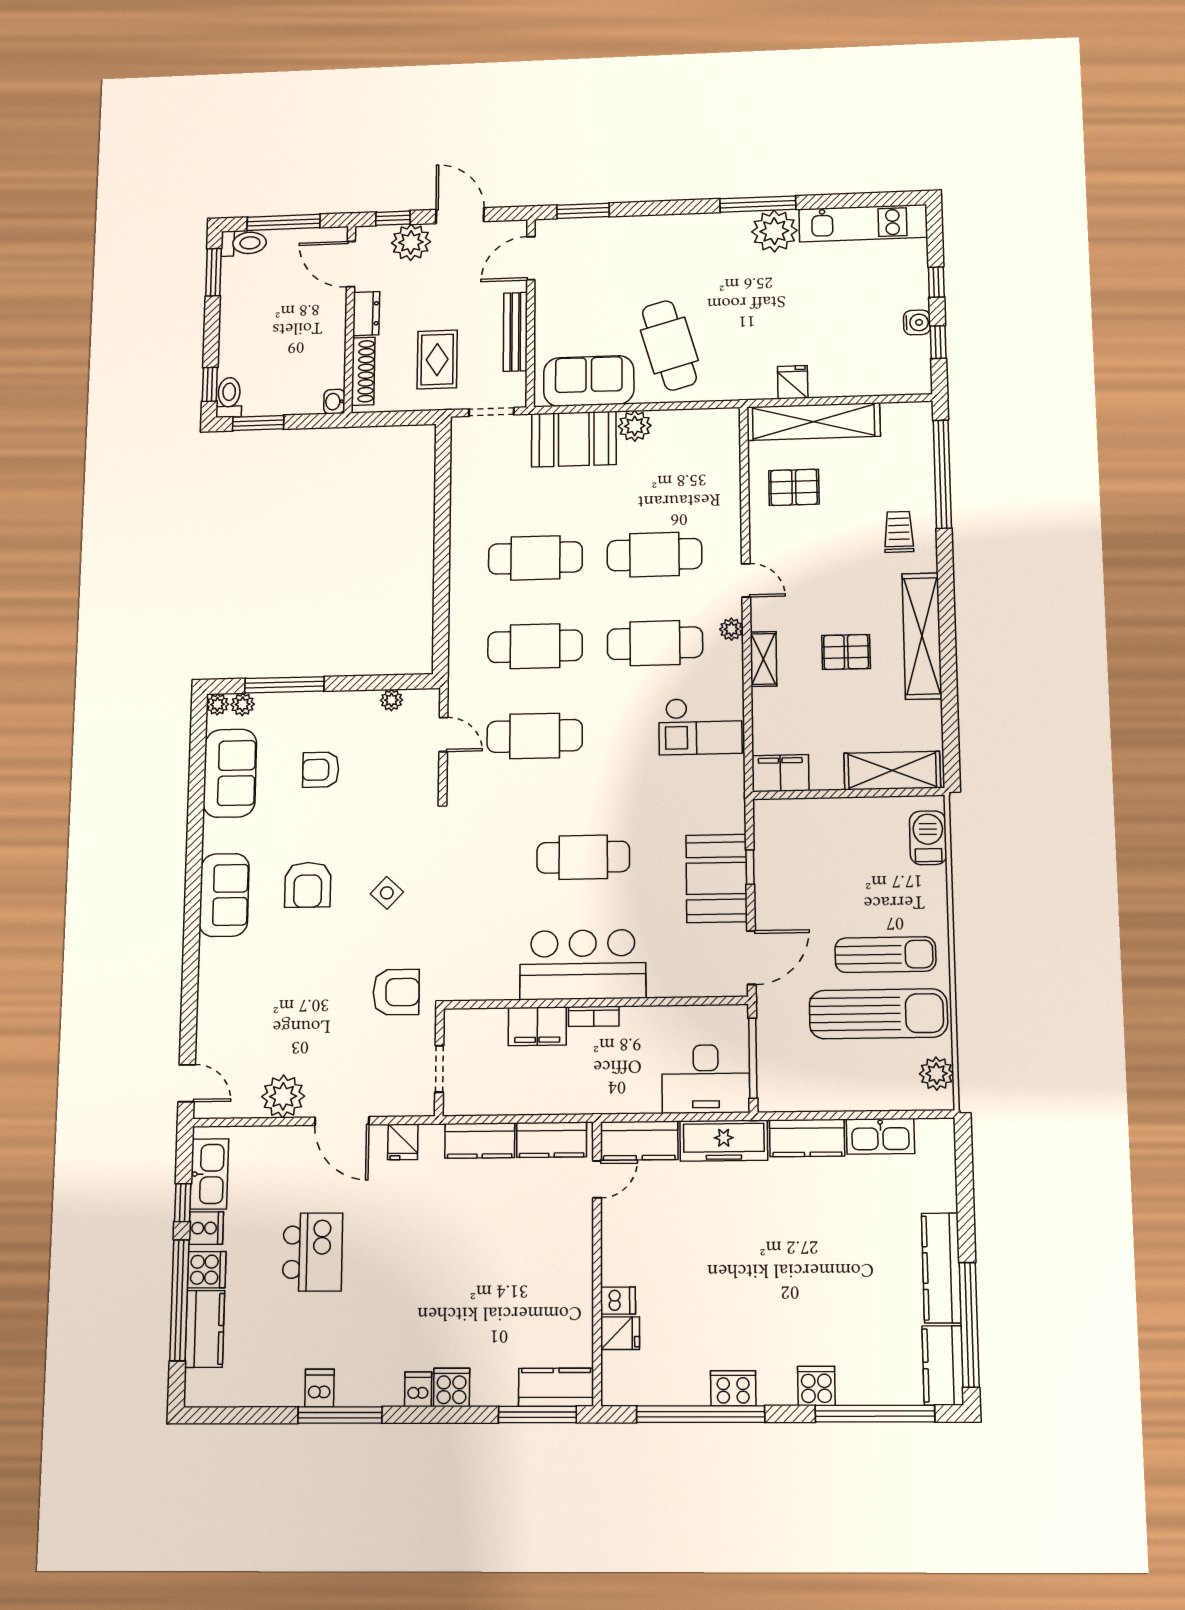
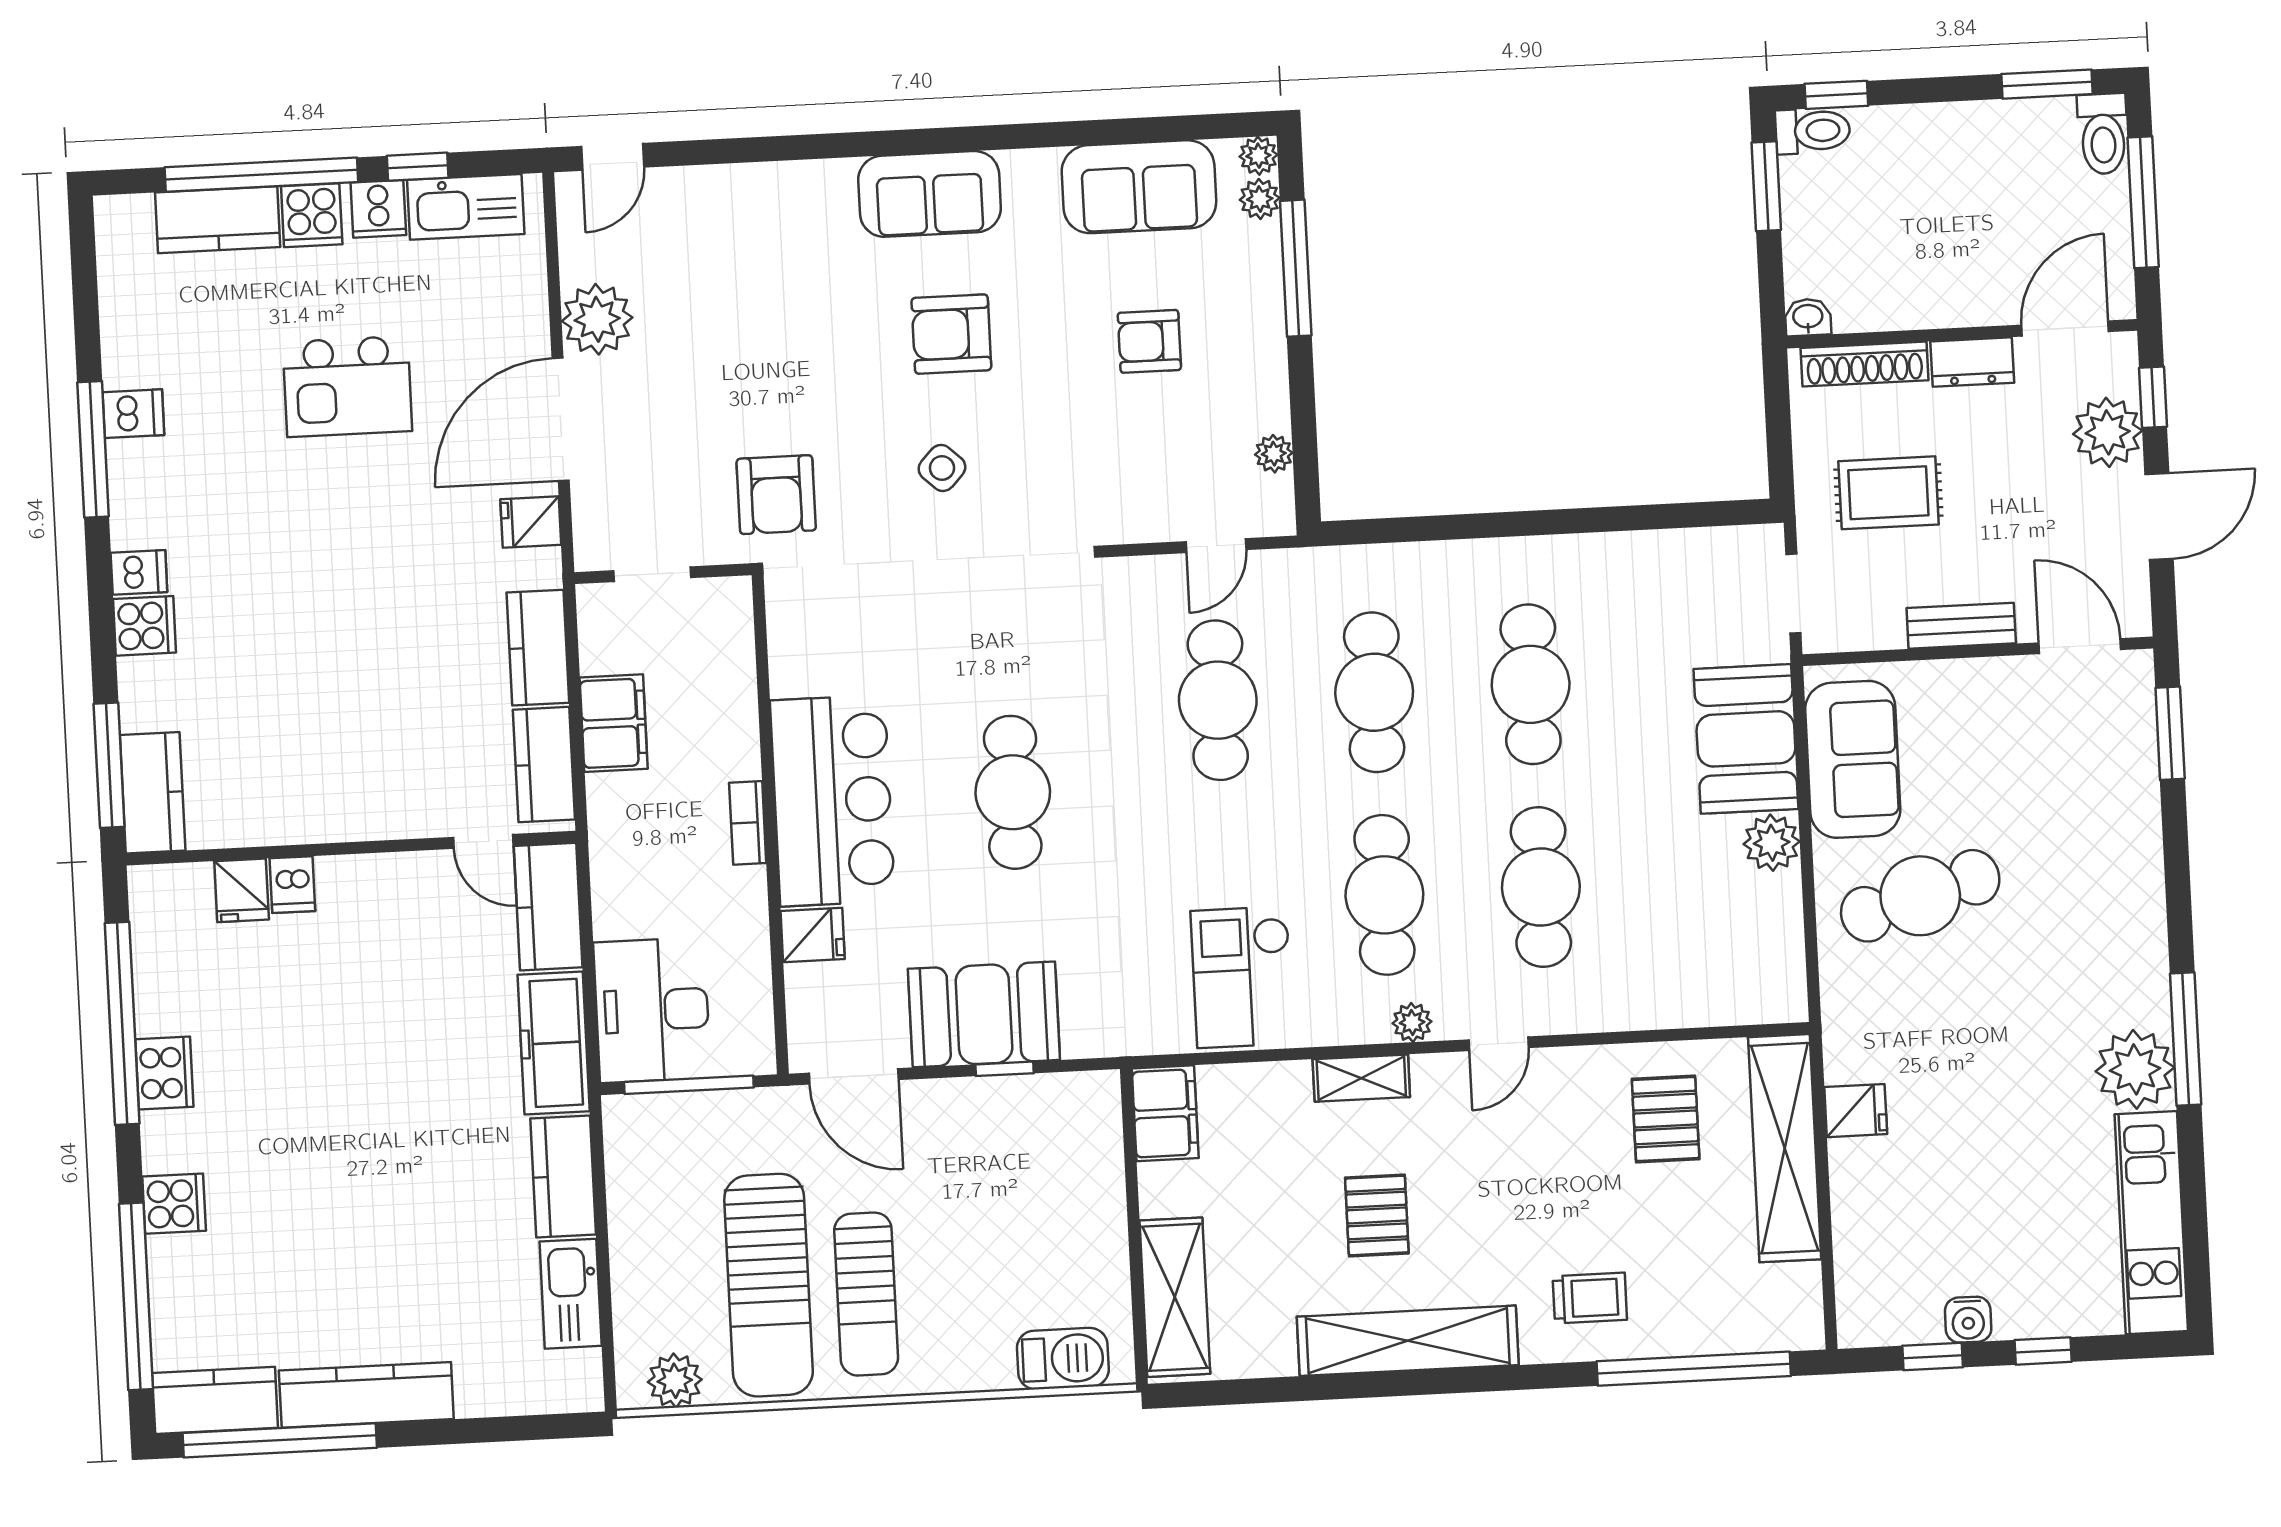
bench: (515, 332) -> (1961, 626), width x0.73
armchair: (321, 770) -> (1149, 341), turned -90
fridge: (664, 979) -> (813, 935), added
filing cabinet: (537, 1026) -> (614, 723), moved, turned 180
door: (342, 1121) -> (561, 419), width x1.36

